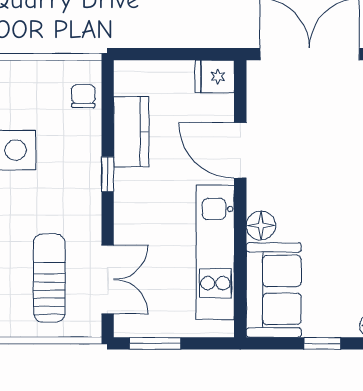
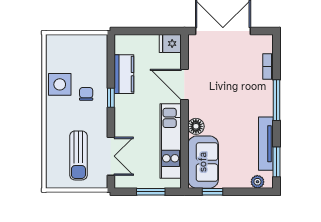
chair: (83, 96) -> (86, 94), moved
sun lounger: (49, 278) -> (78, 155), turned 180
window: (155, 343) -> (151, 192), moved
window: (322, 343) -> (212, 192), moved

